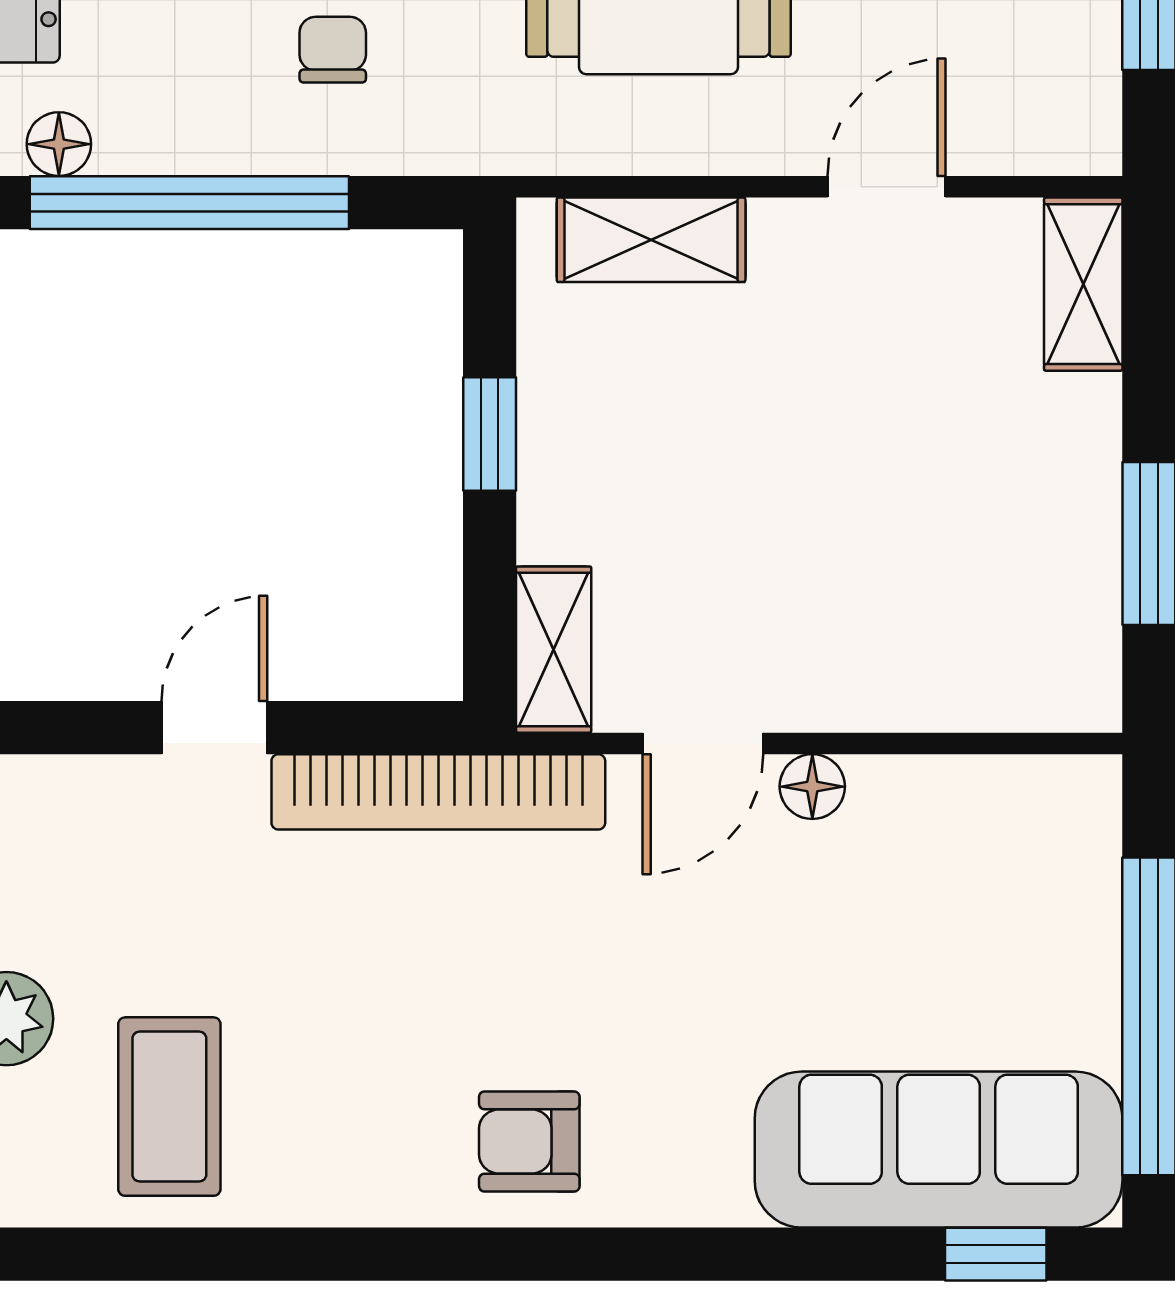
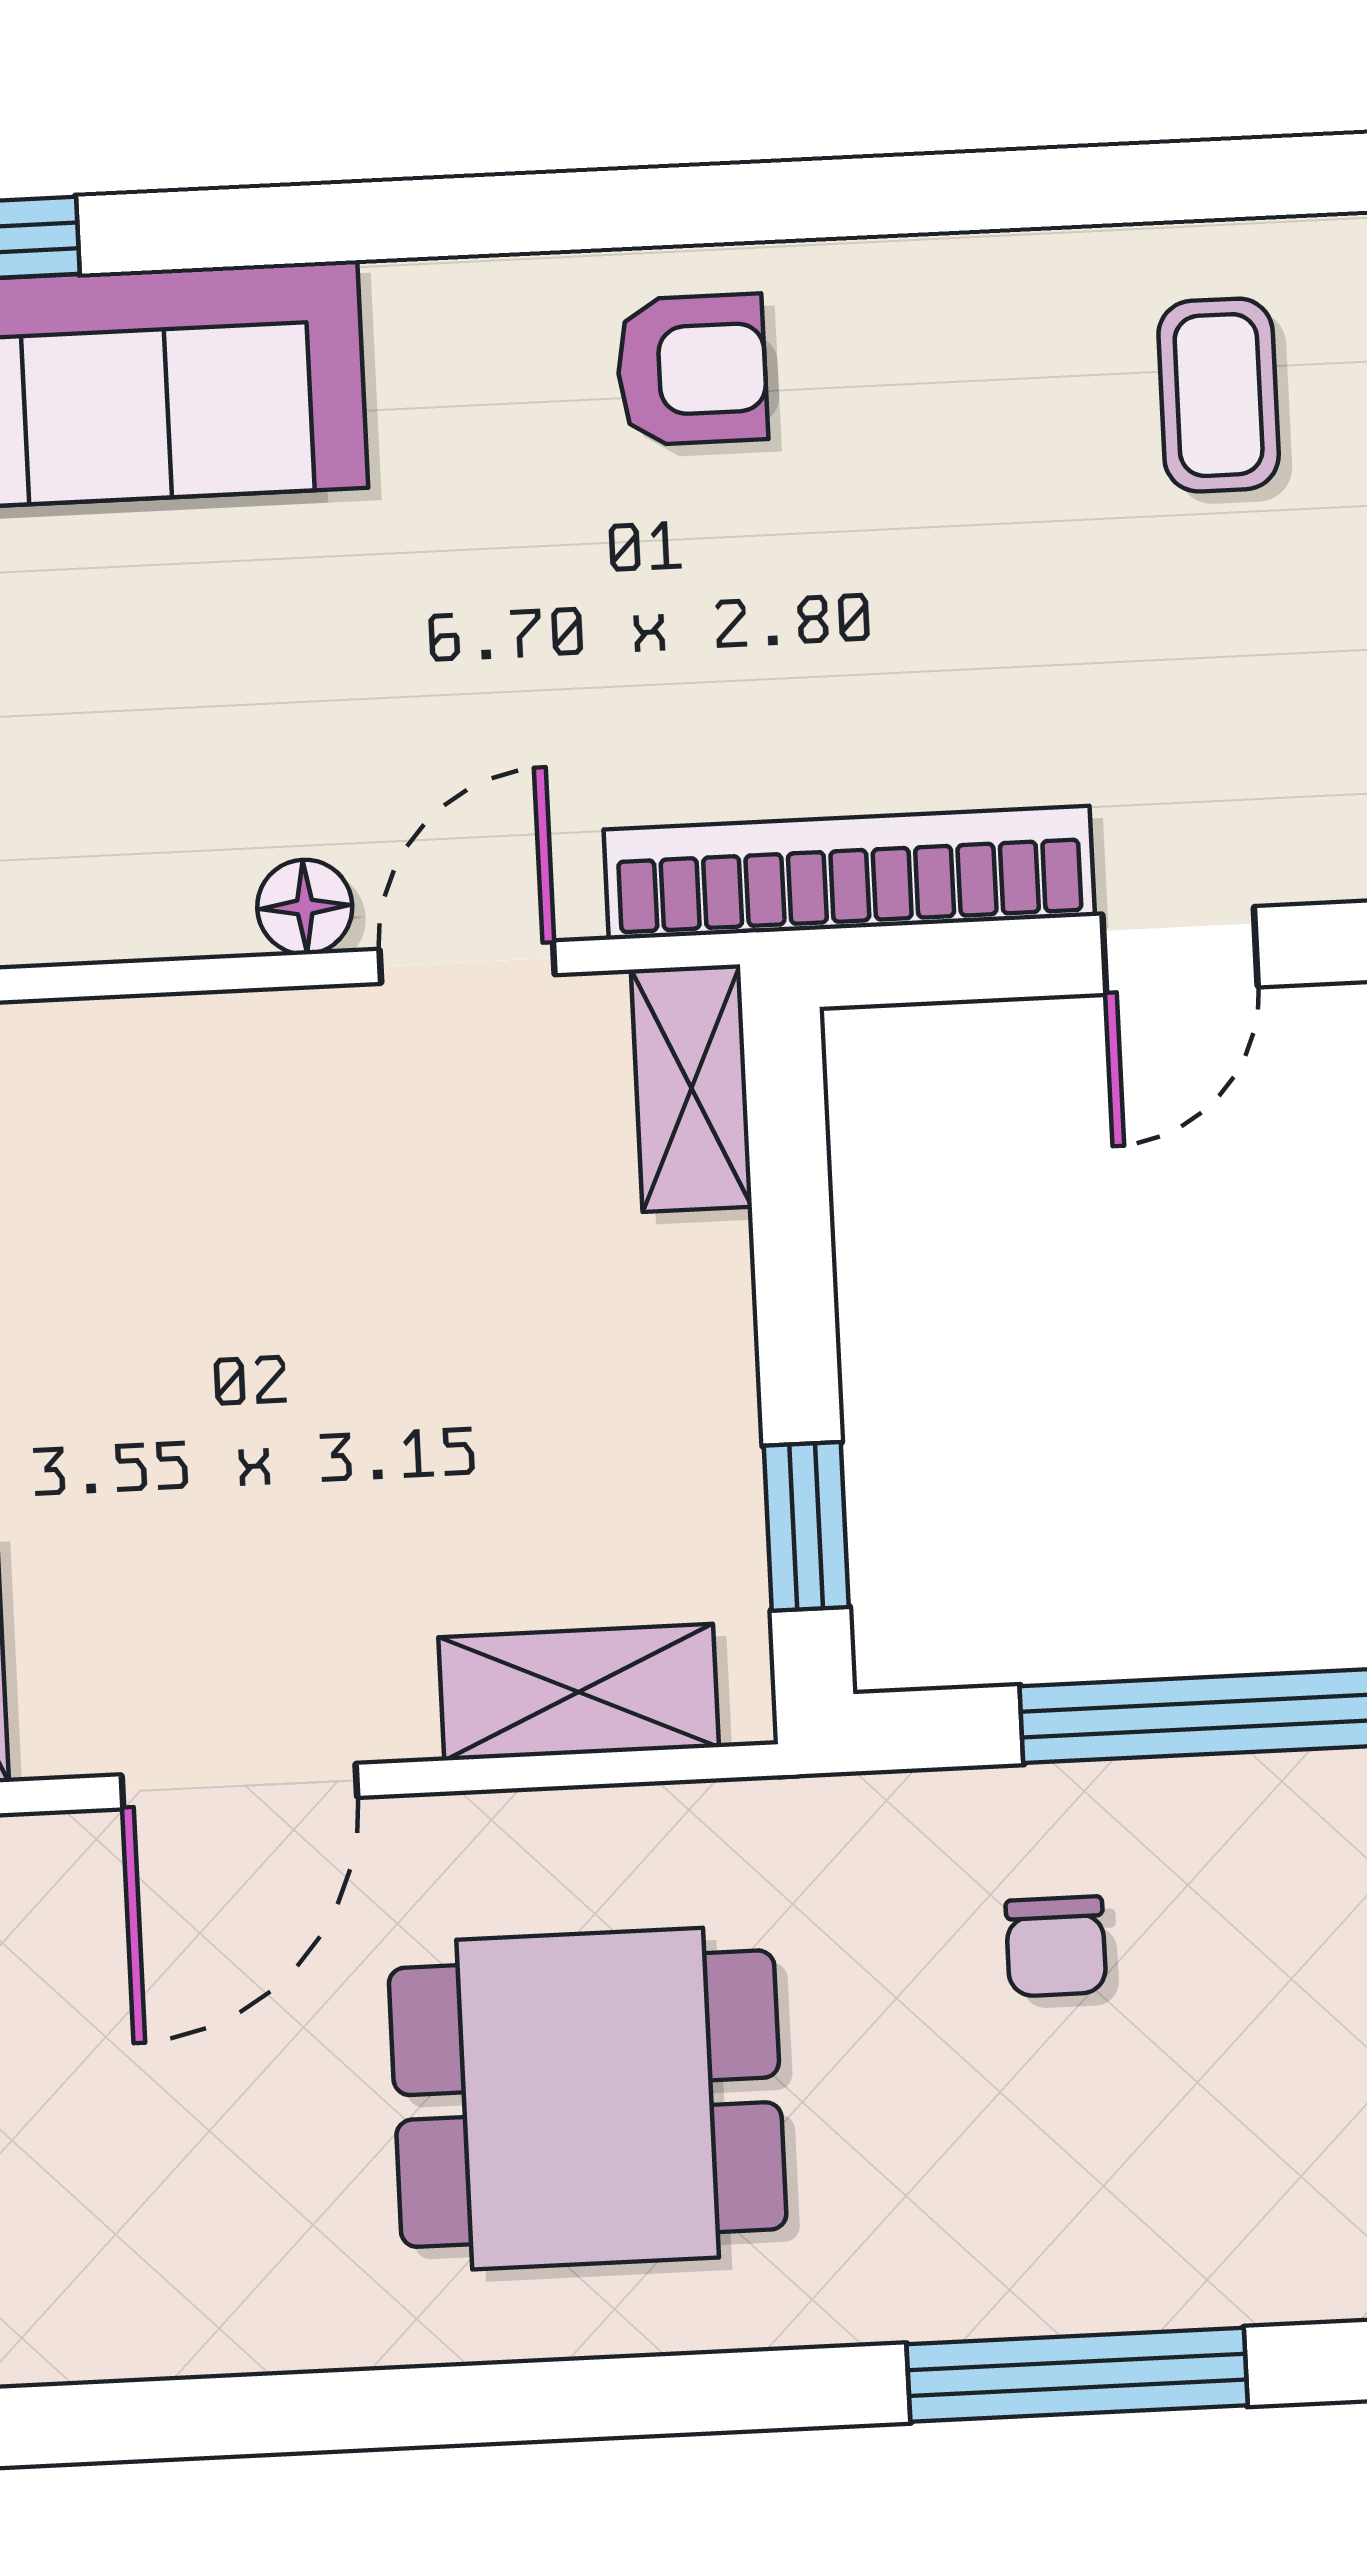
door: (887, 187) -> (239, 1786), width x1.37
window: (490, 434) -> (806, 1526), moved
coffee table: (169, 1107) -> (1219, 395), width x0.73, depth x0.77

